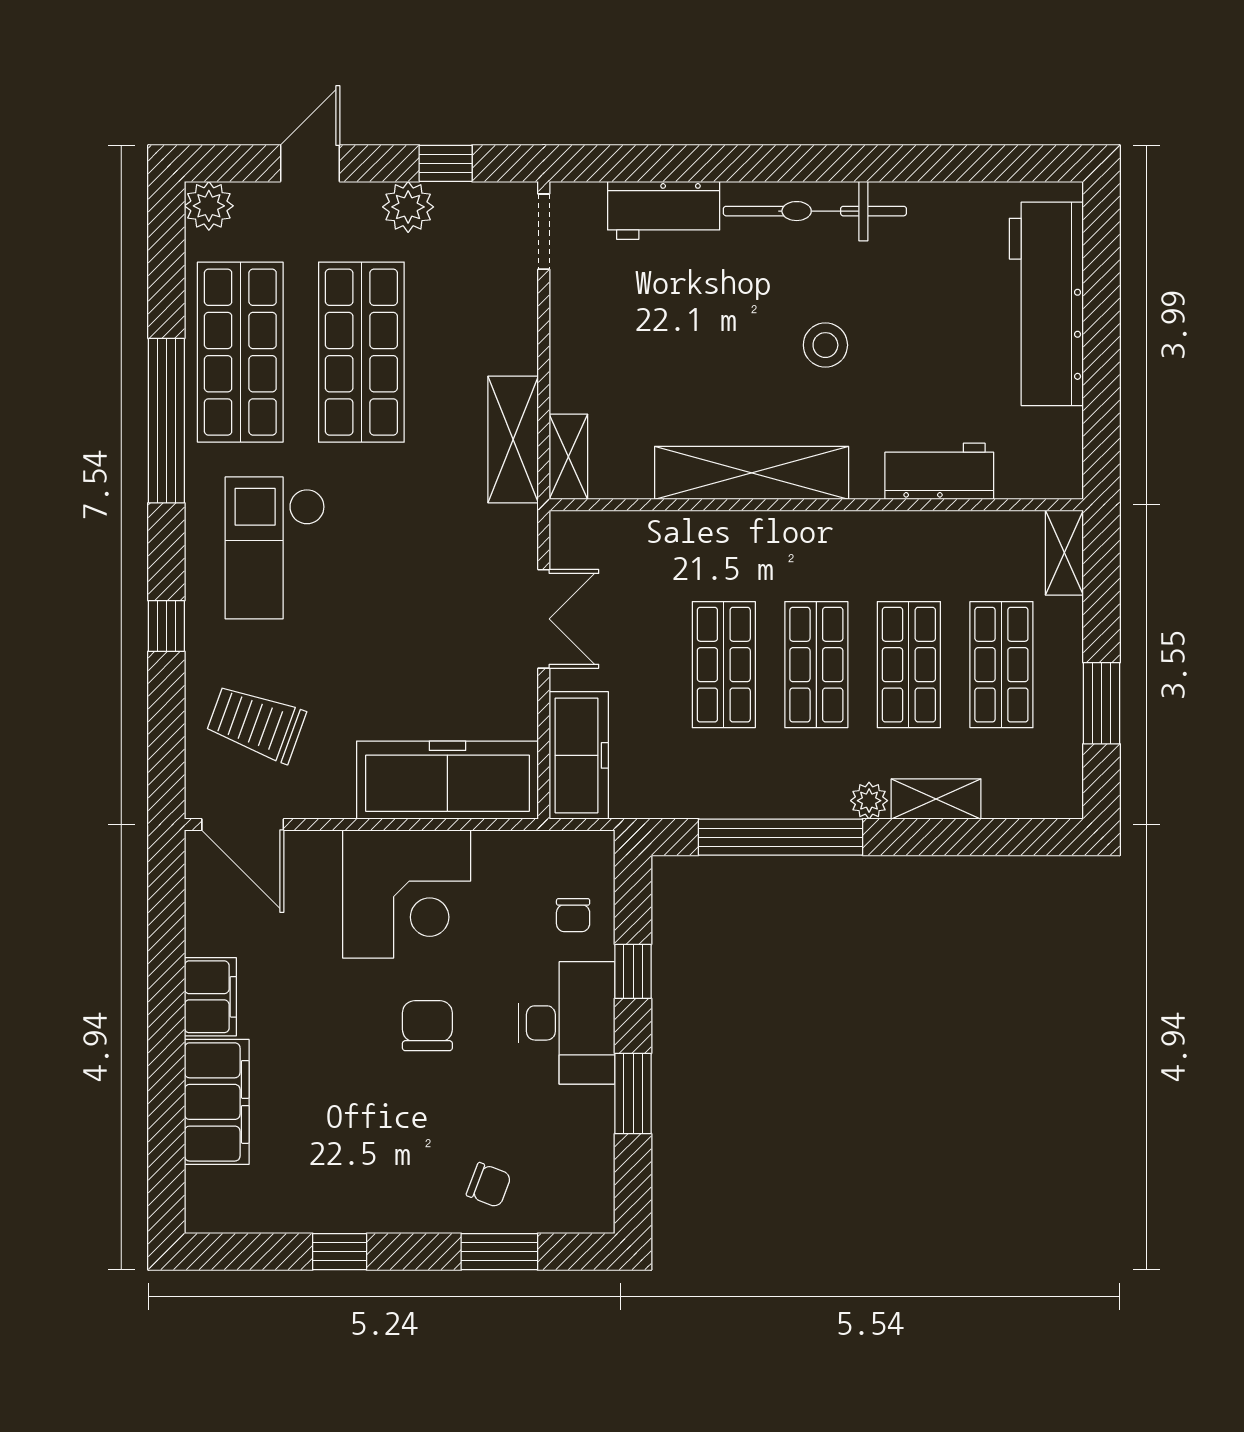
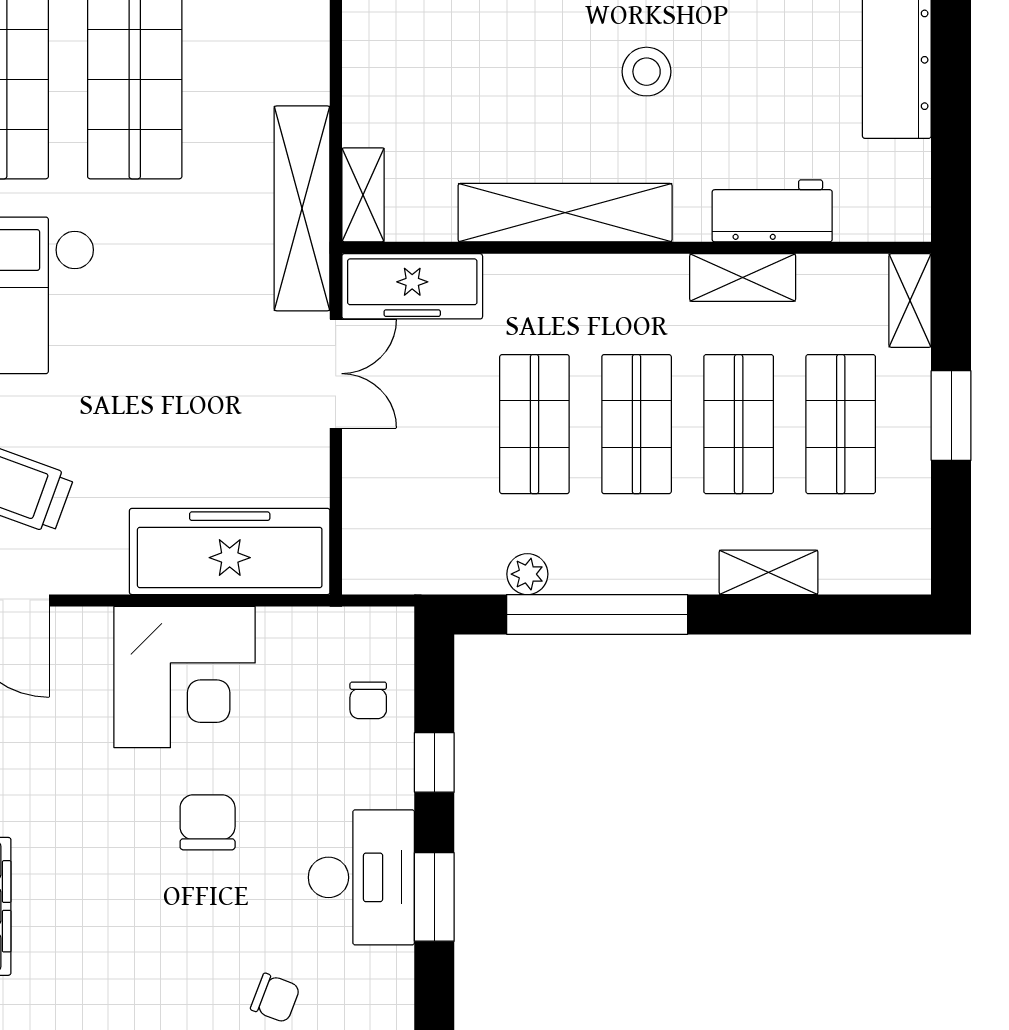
shelving: (513, 440) -> (302, 208), width x1.47
shelving: (913, 532) -> (743, 278), added
window: (1101, 703) -> (951, 416), moved
freezer: (579, 755) -> (412, 286), moved, turned 90
plant: (869, 801) -> (527, 574), moved
desk: (567, 1023) -> (361, 877), moved

